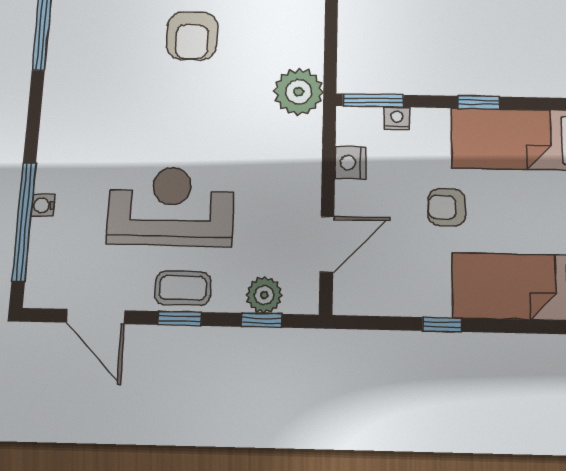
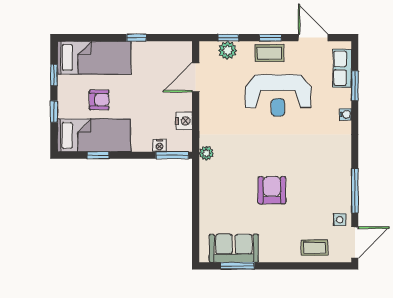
plant: (299, 92) -> (206, 153), width x0.53, depth x0.53
window: (479, 102) -> (98, 155), moved
water cooler: (43, 205) -> (345, 114), moved
armchair: (447, 207) -> (99, 100), moved
window: (24, 221) -> (355, 86), width x0.47
row of seats: (45, 255) -> (342, 68), added

